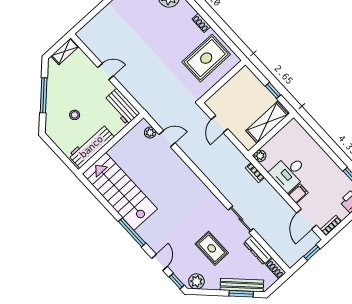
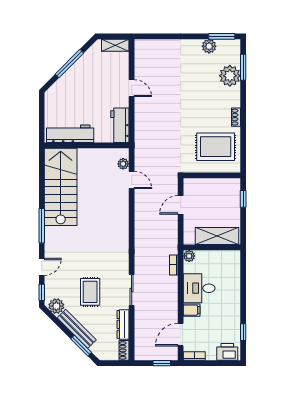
window: (273, 90) -> (243, 199), moved
stool: (75, 115) -> (79, 99), removed
bench: (242, 285) -> (77, 329), moved

